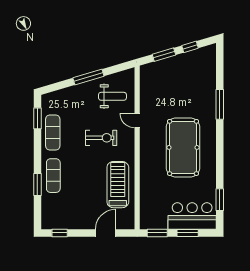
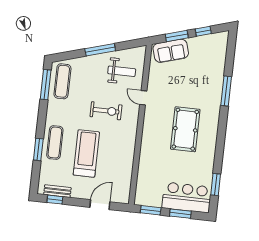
sofa: (160, 70) -> (171, 51), added
window: (37, 118) -> (46, 85), width x1.44
exercise mat: (53, 132) -> (62, 81), moved
pool table: (183, 147) -> (185, 129), width x0.73, depth x0.76
treadmill: (118, 185) -> (86, 153), moved
bench: (61, 224) -> (57, 191), added

